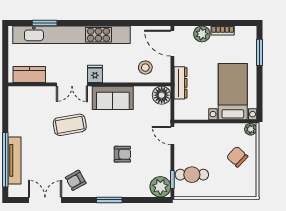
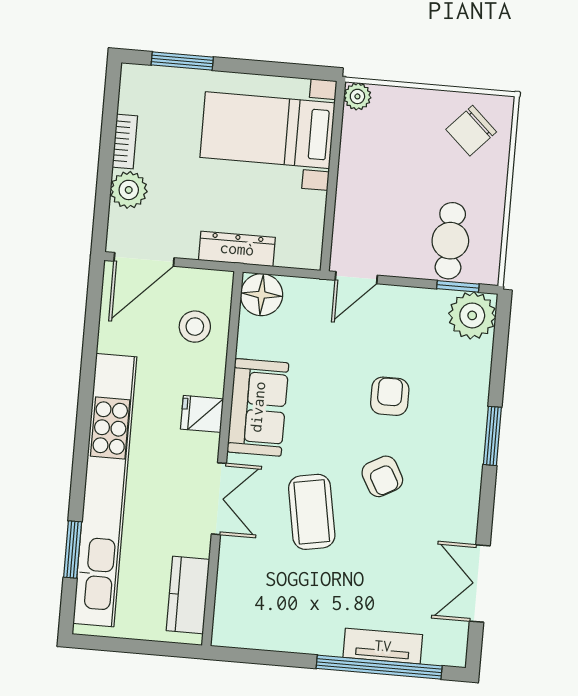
fridge: (95, 74) -> (202, 414), moved
chair: (237, 157) -> (471, 131), moved
tv unit: (14, 160) -> (383, 646), width x0.71
armchair: (76, 180) -> (382, 476), moved

